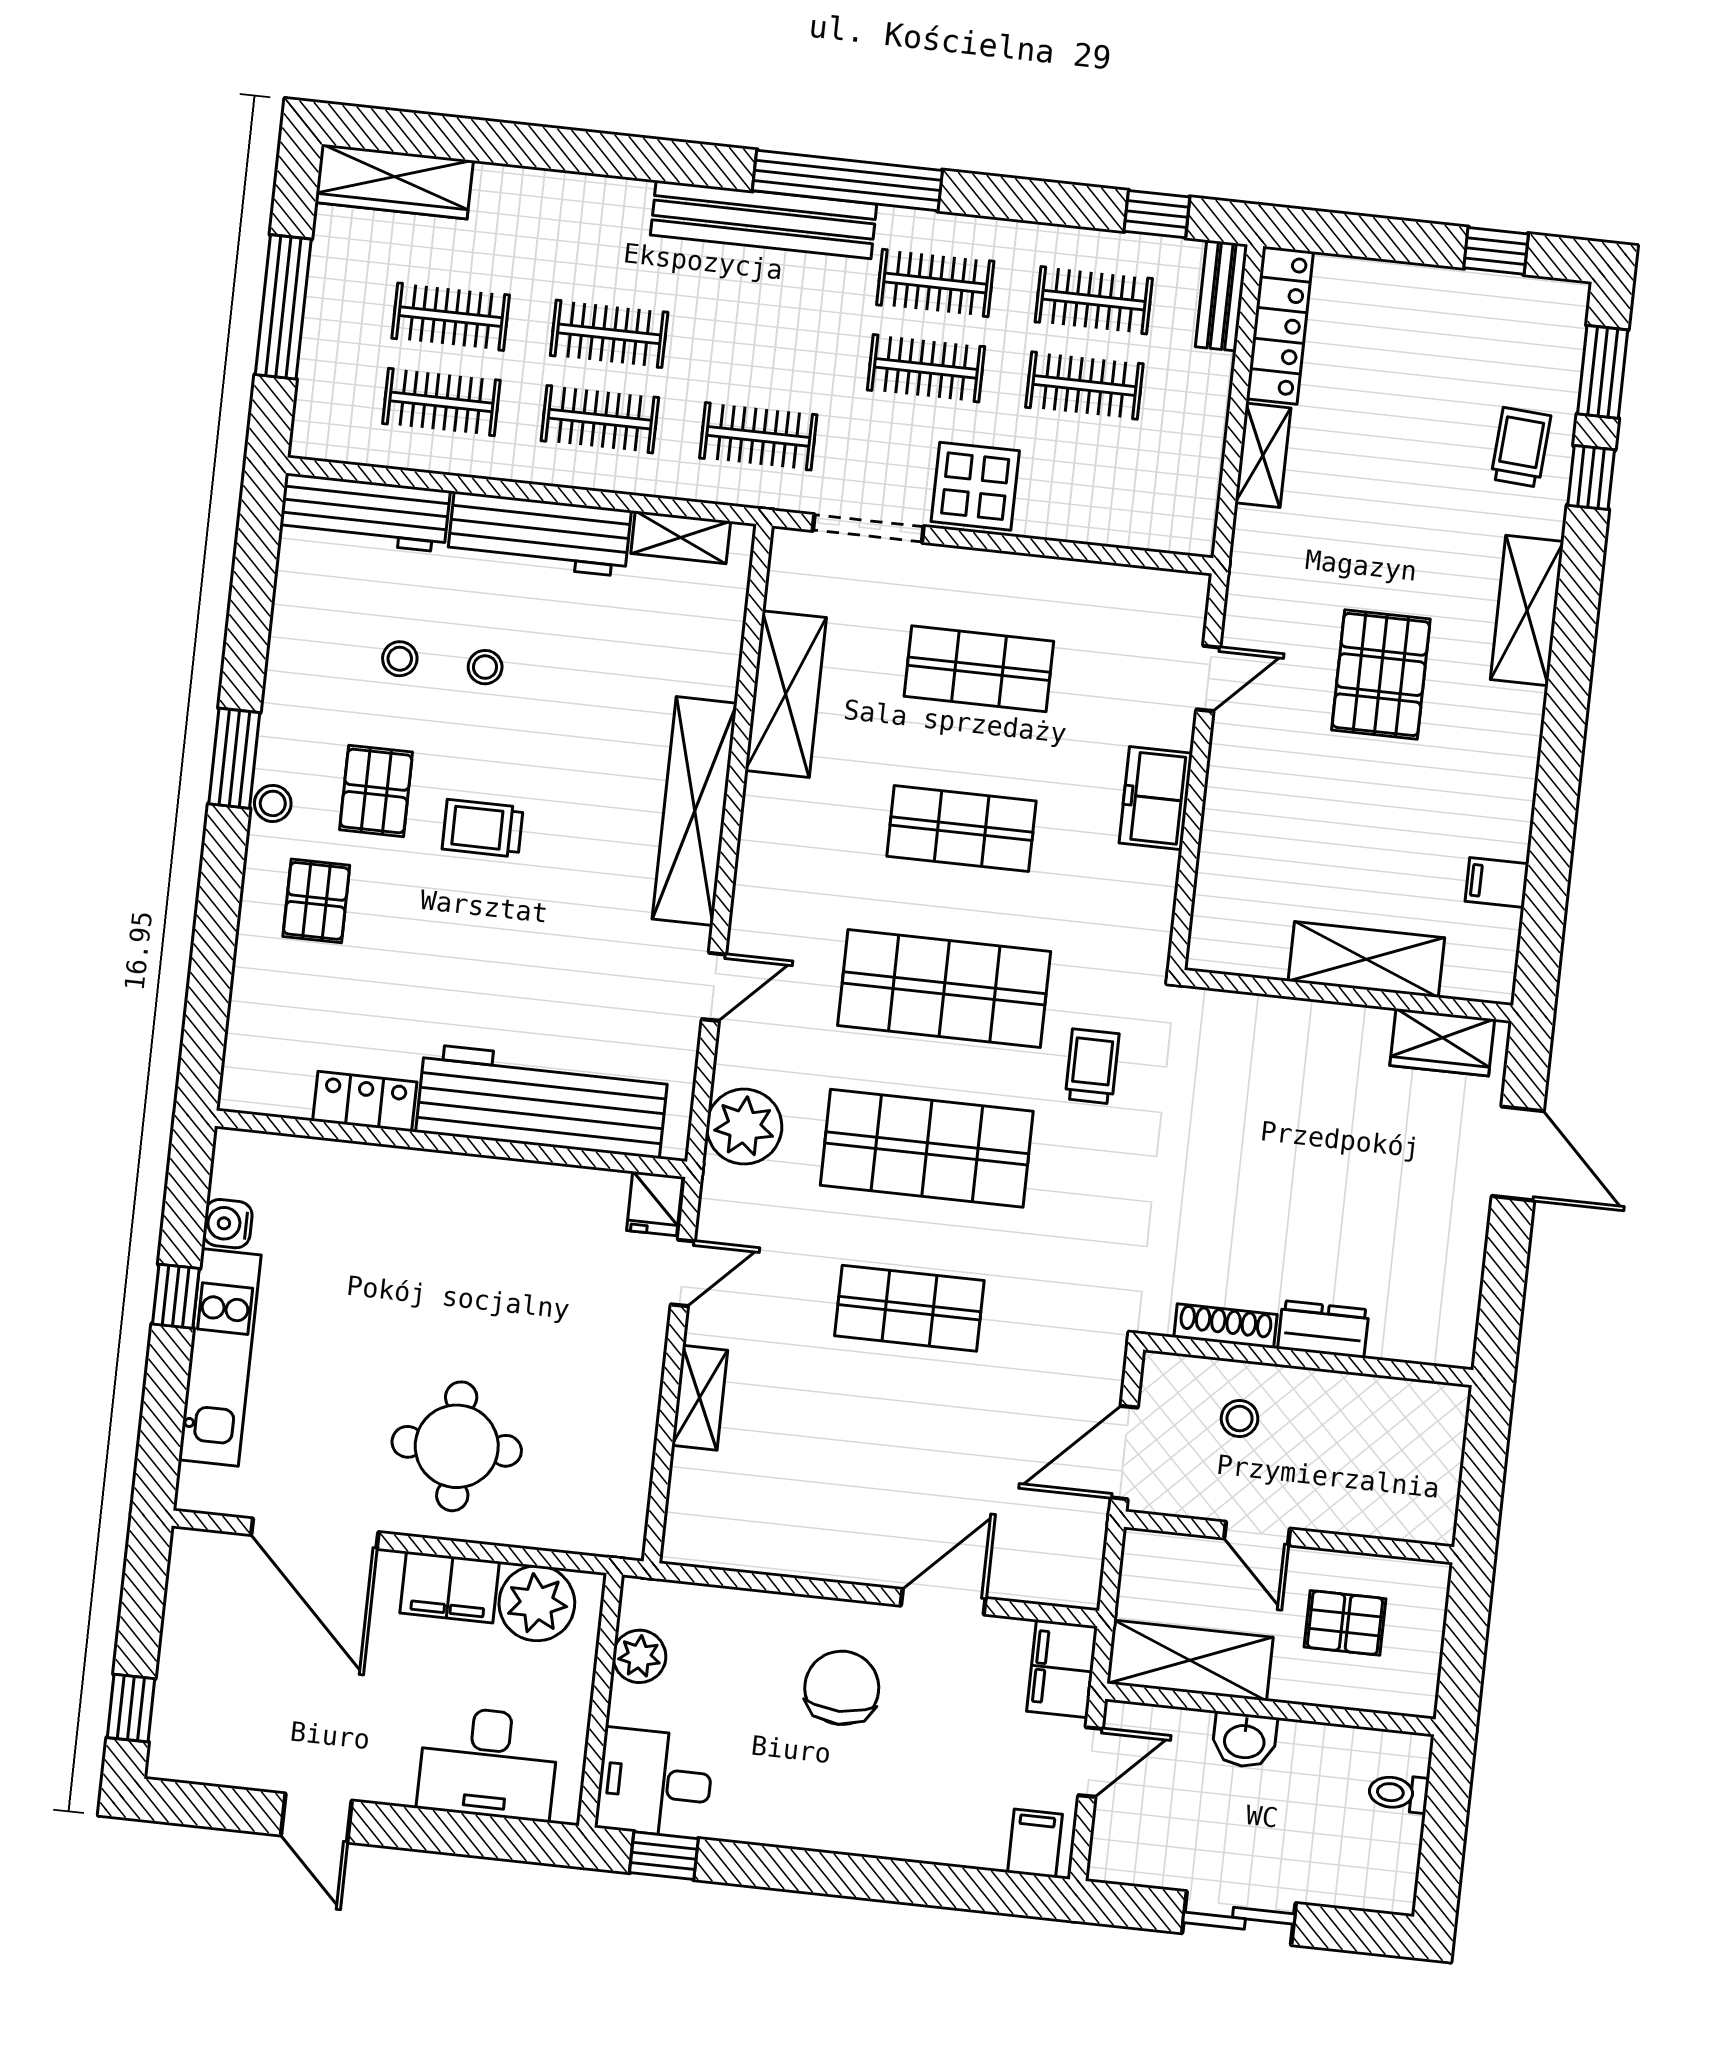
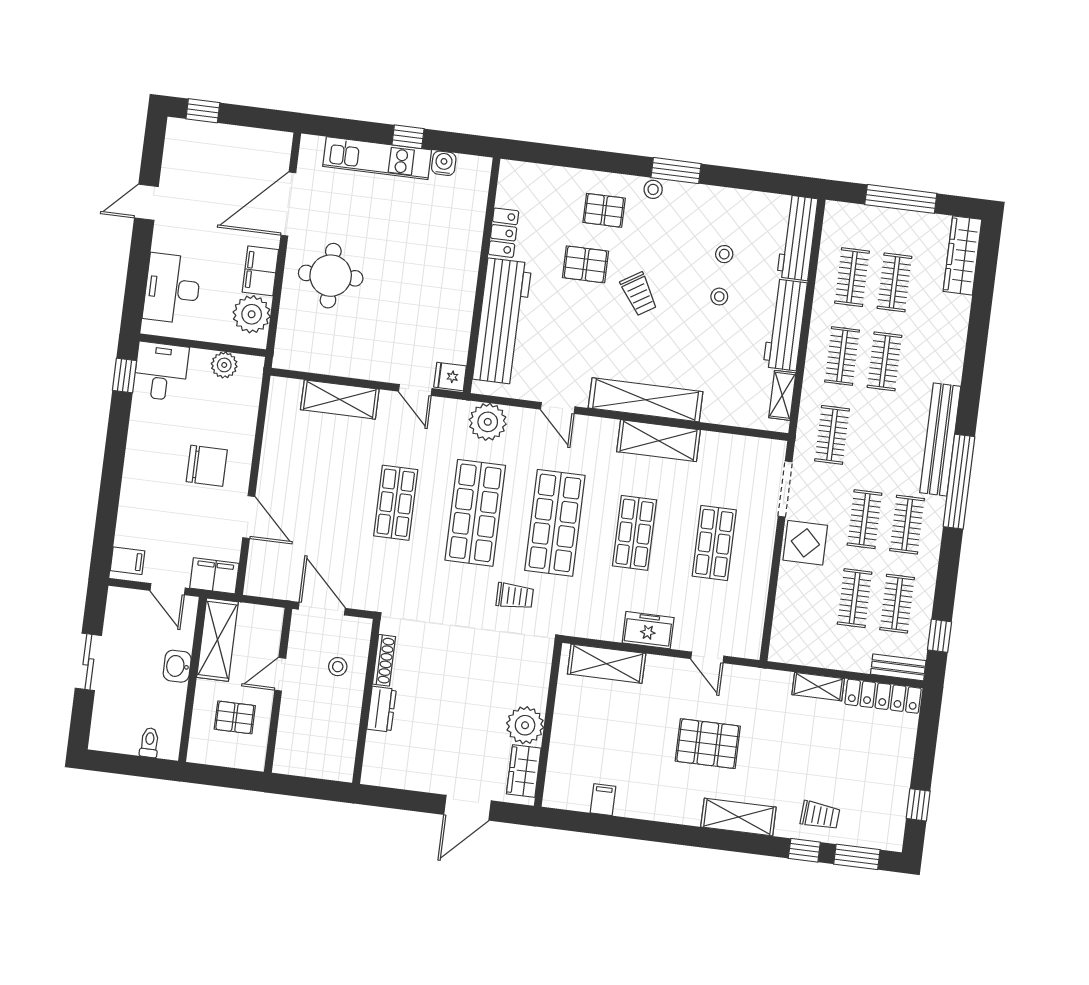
shelving: (786, 694) -> (658, 441), moved
pallet: (376, 791) -> (585, 264), moved
trolley: (483, 828) -> (639, 294), turned 148
shelving: (1366, 959) -> (607, 664), moved, turned 90
plant: (1351, 1041) -> (525, 725), added
shelving: (700, 1398) -> (340, 399), width x1.50, depth x1.33
pallet: (1345, 1623) -> (235, 717), turned 90

